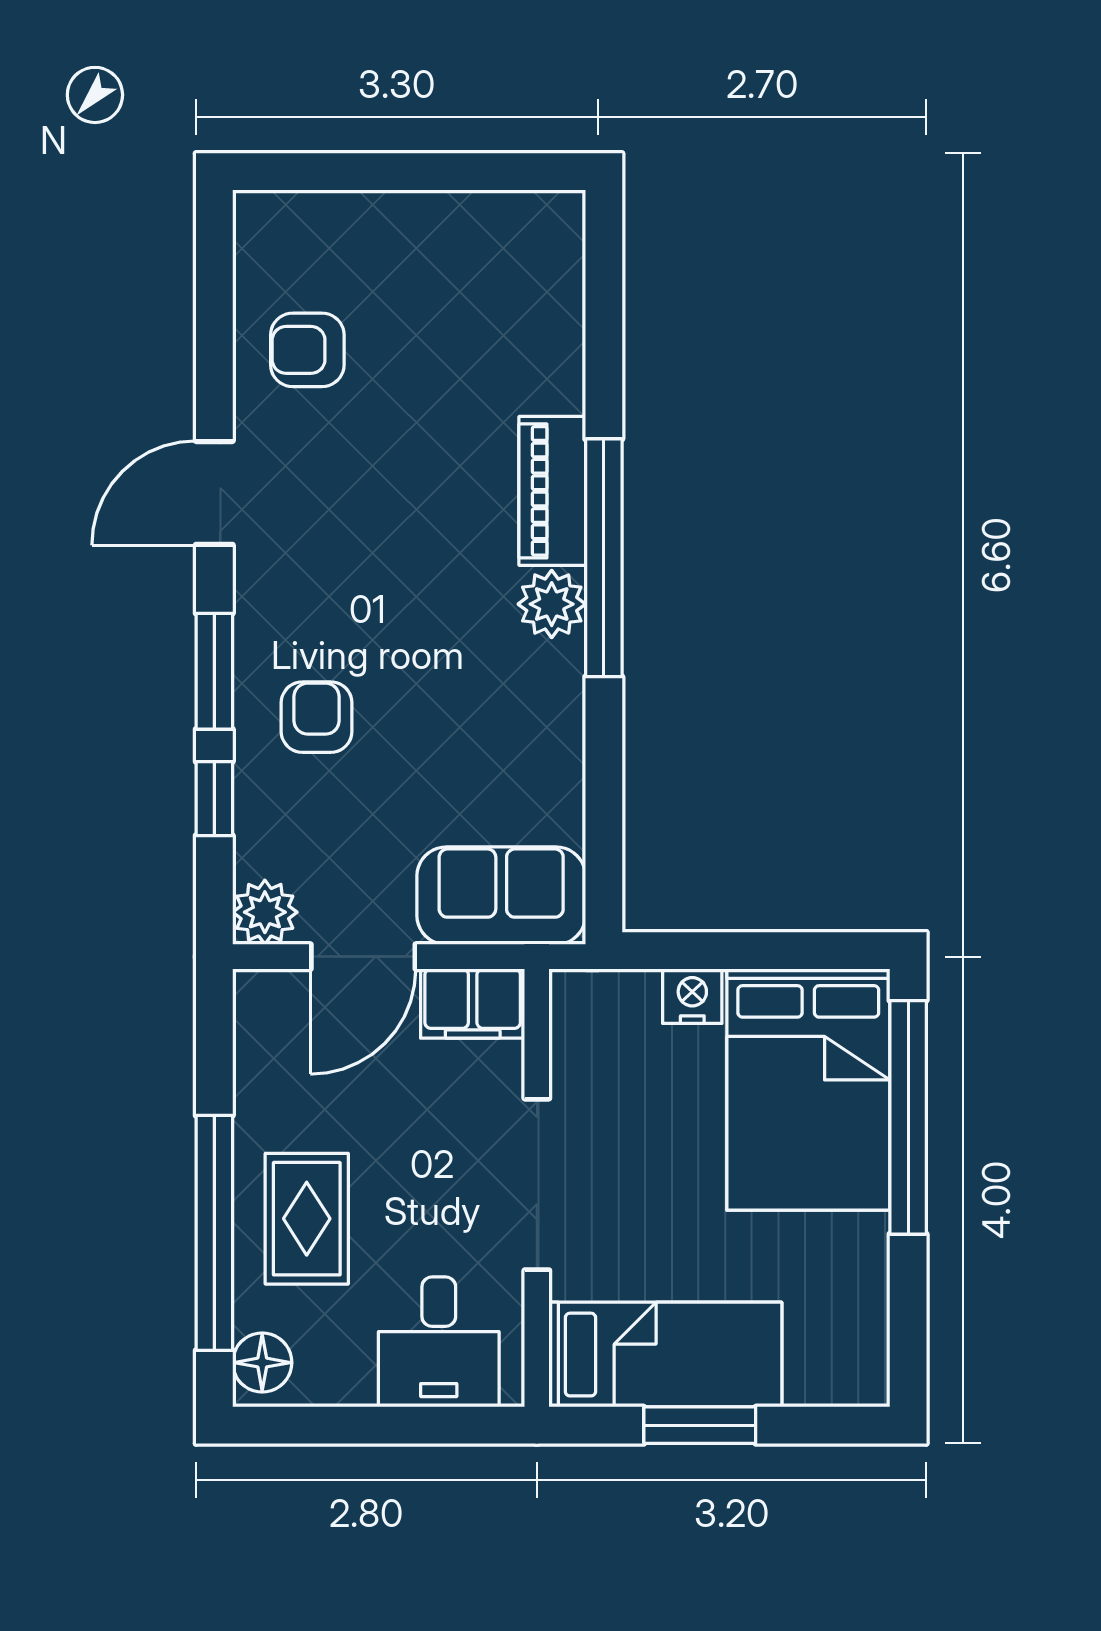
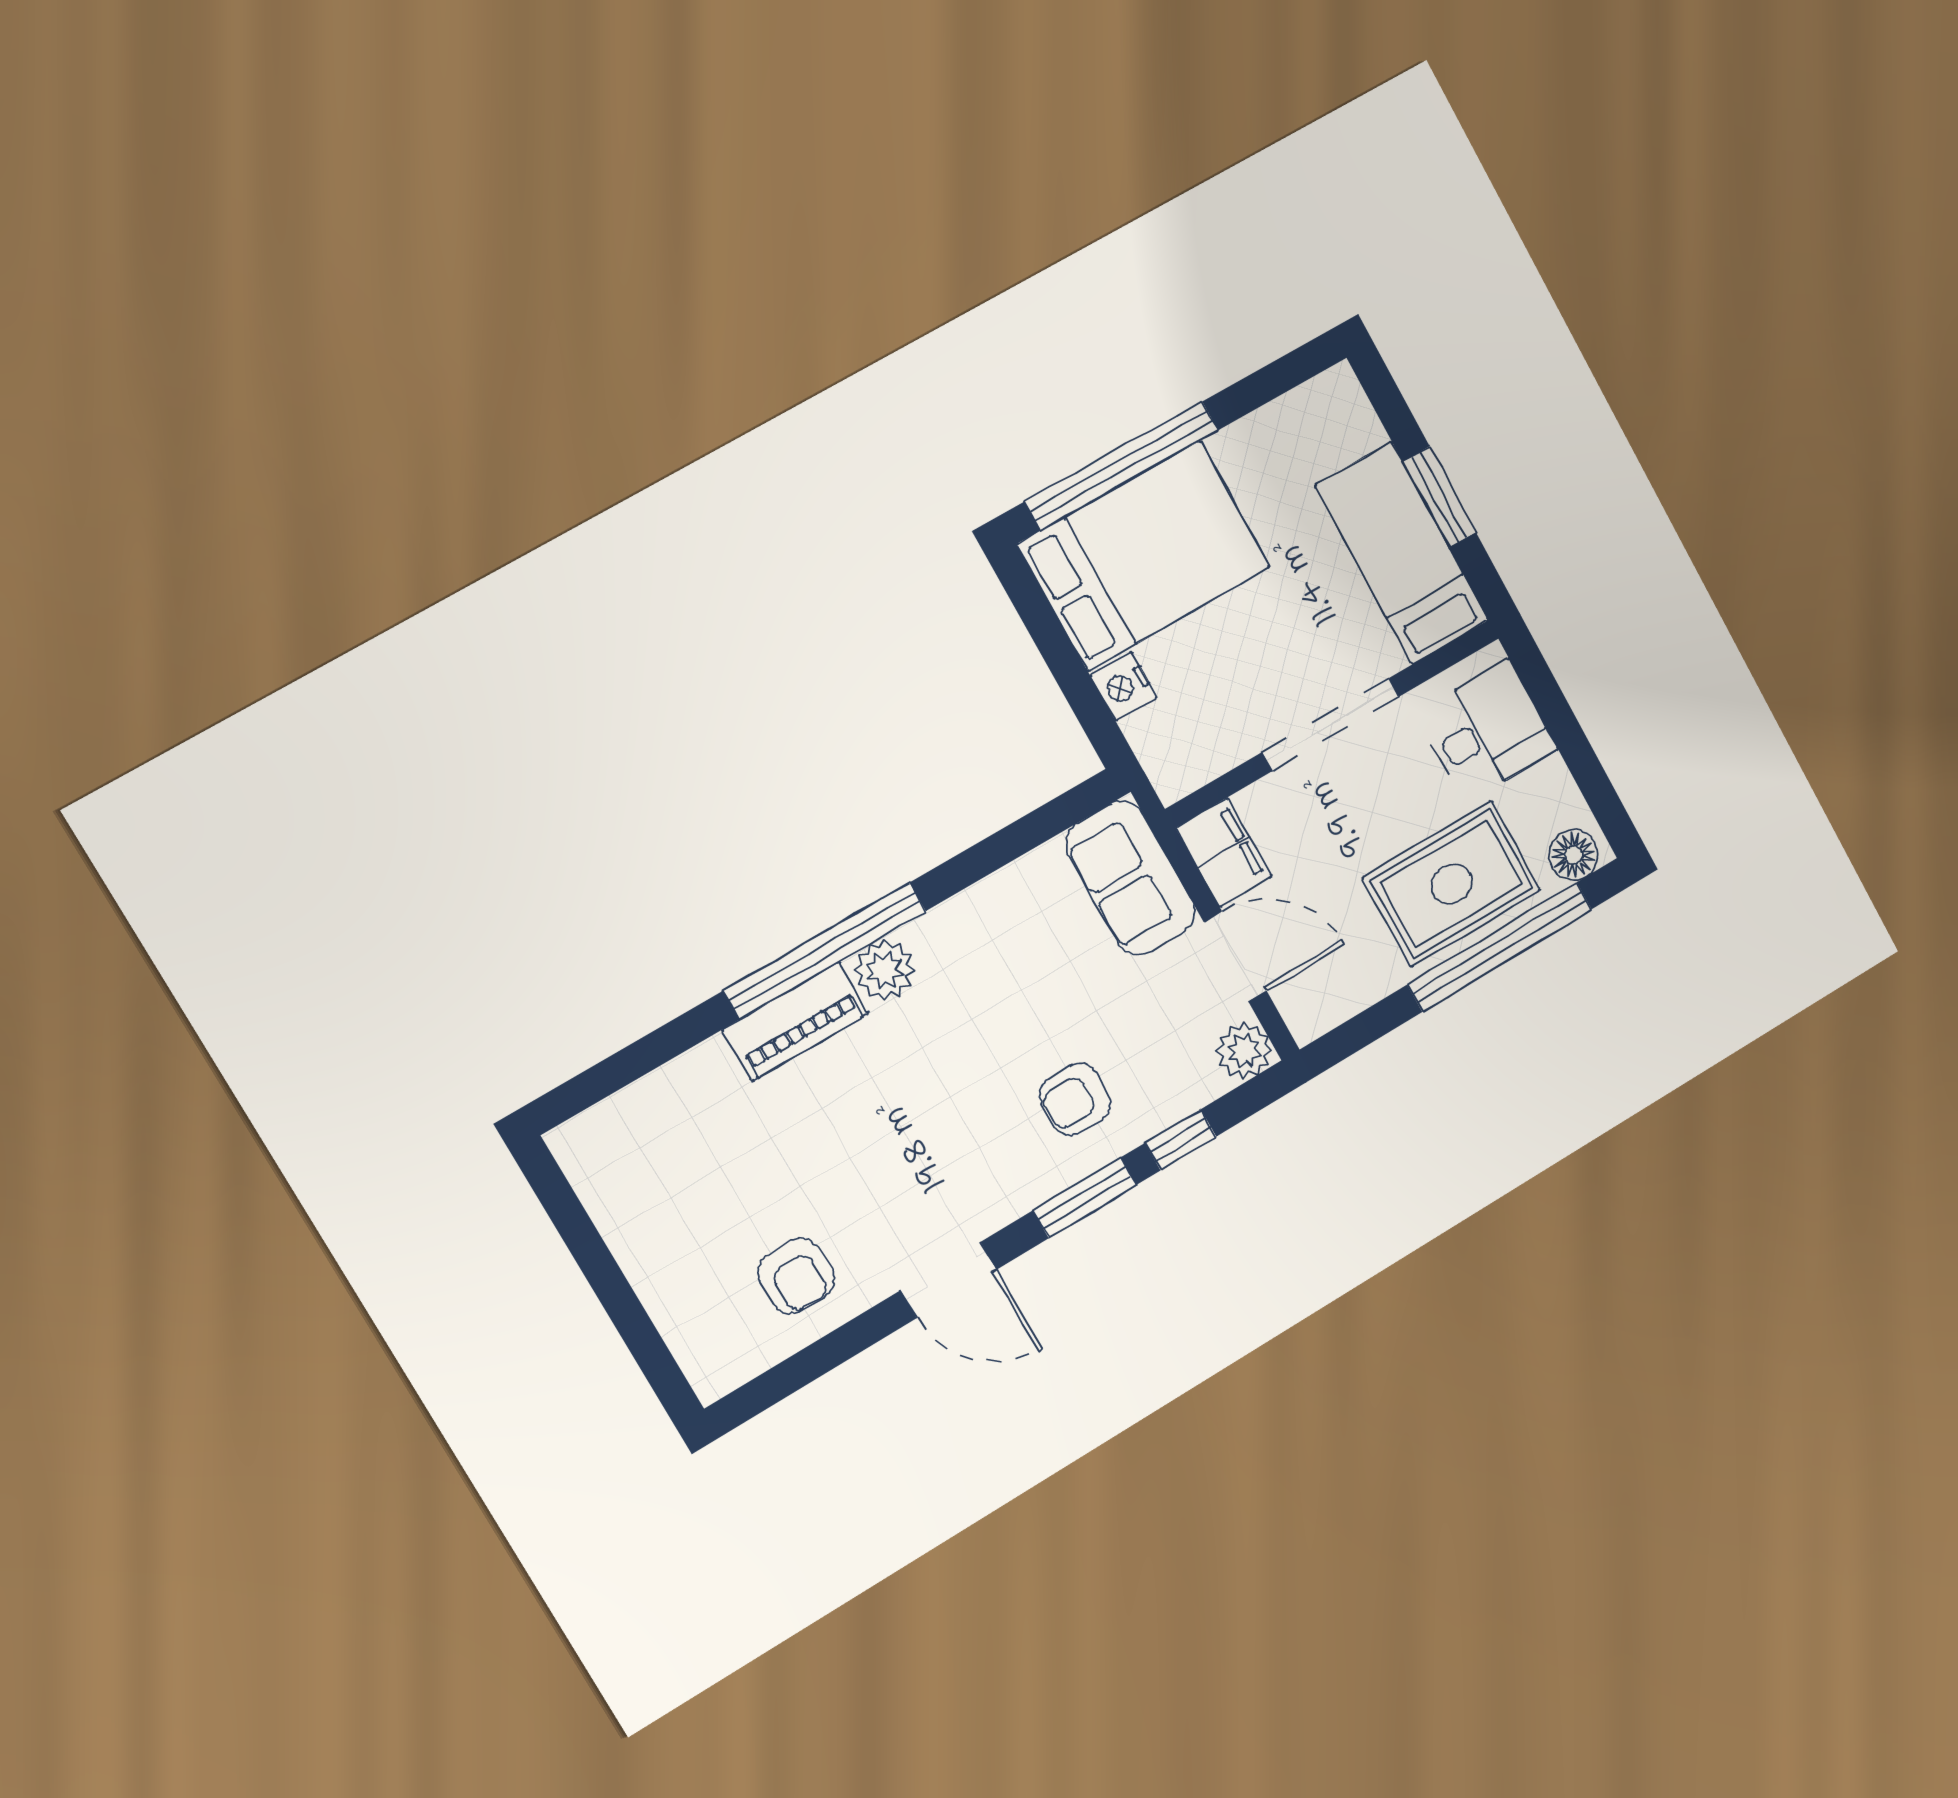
rug: (307, 1219) -> (1452, 884), width x1.36, depth x1.43

